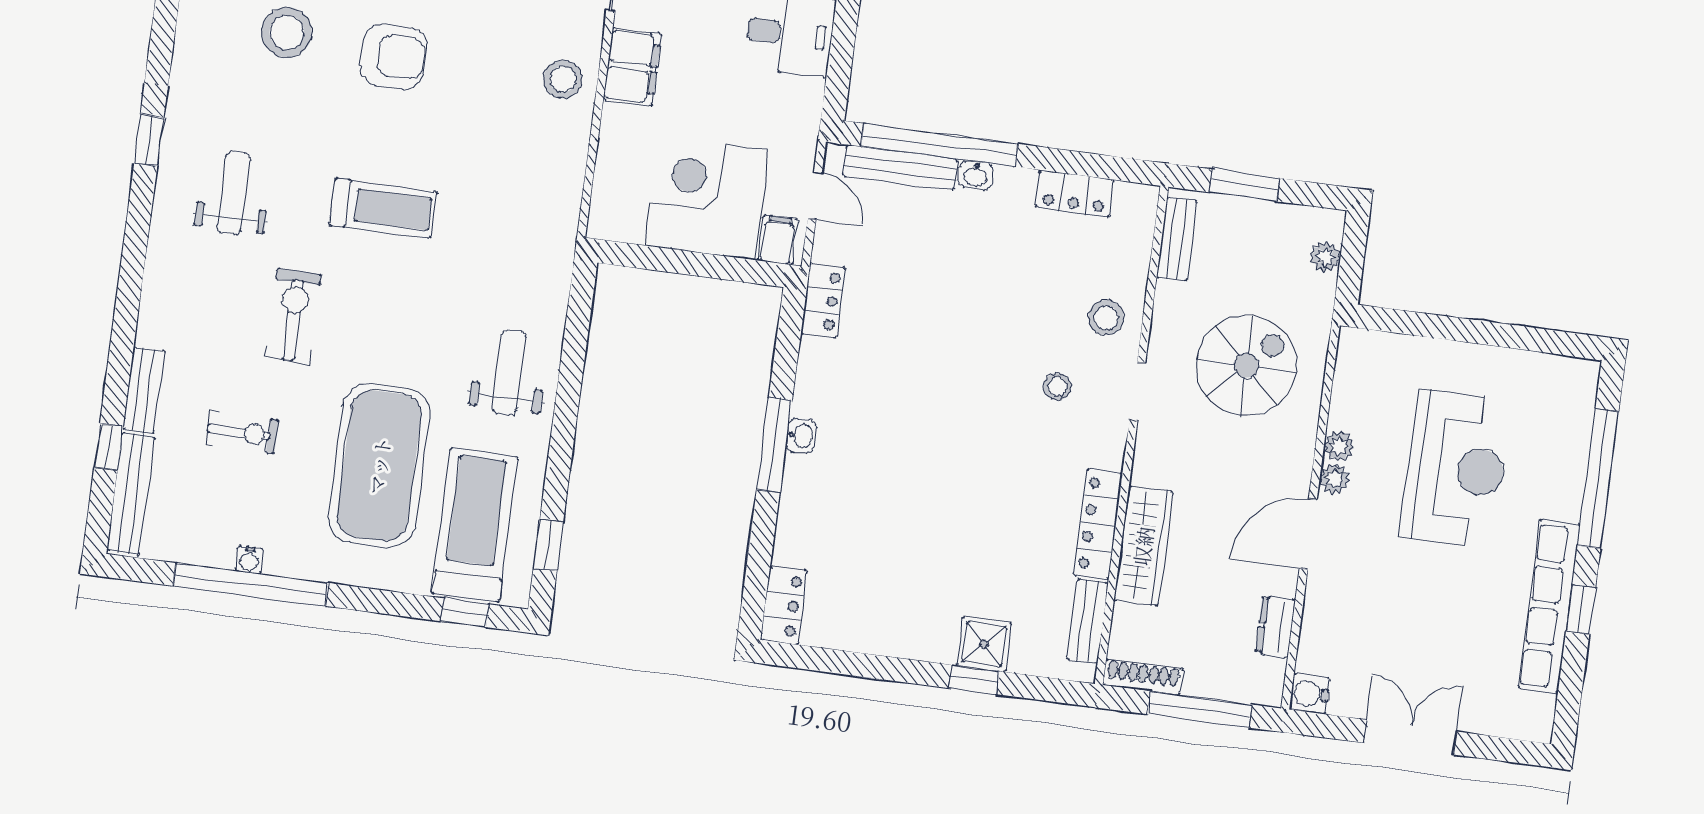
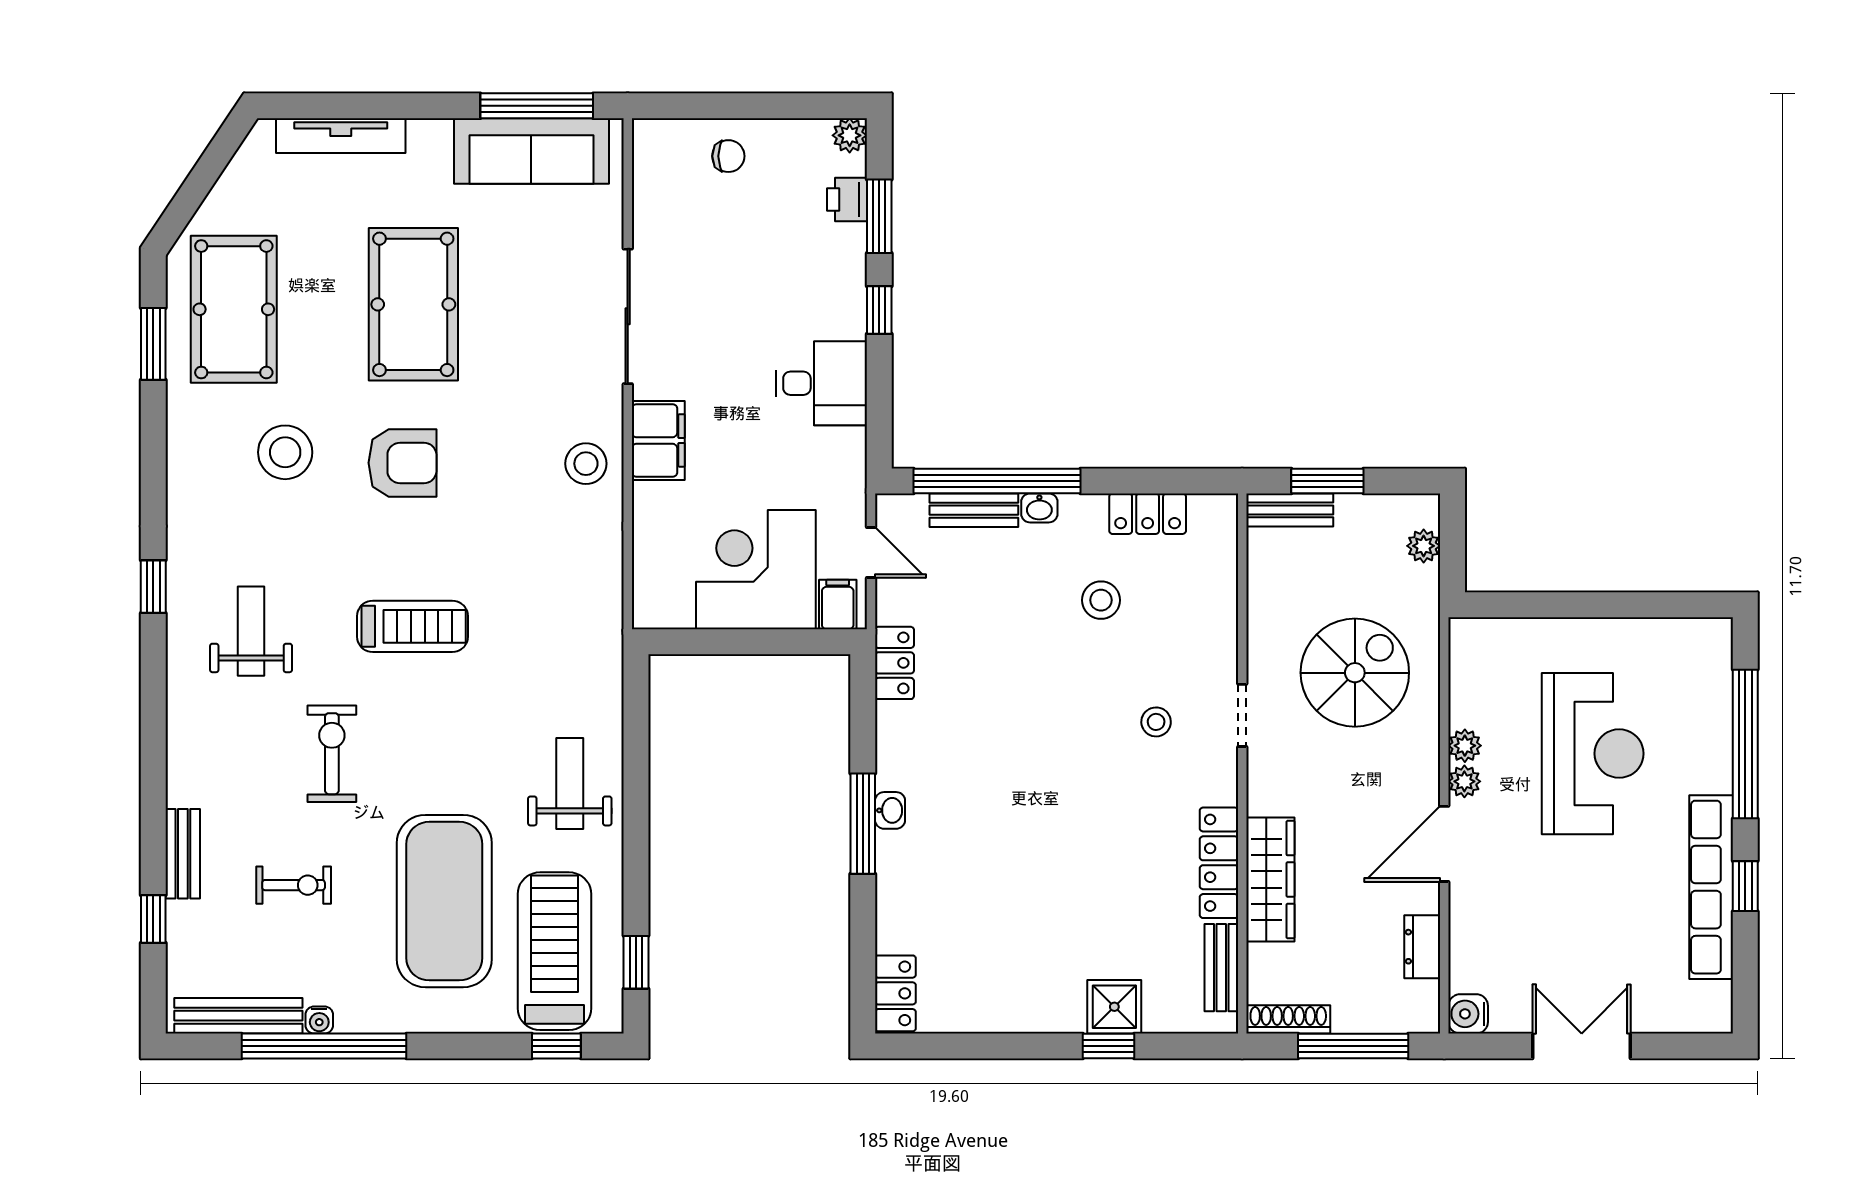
bench: (900, 167) -> (974, 510), width x0.73
bench: (1177, 239) -> (1290, 510), moved, turned 90
stool: (1106, 318) -> (1101, 600), moved
bench: (131, 494) -> (238, 1016), moved, turned 90

